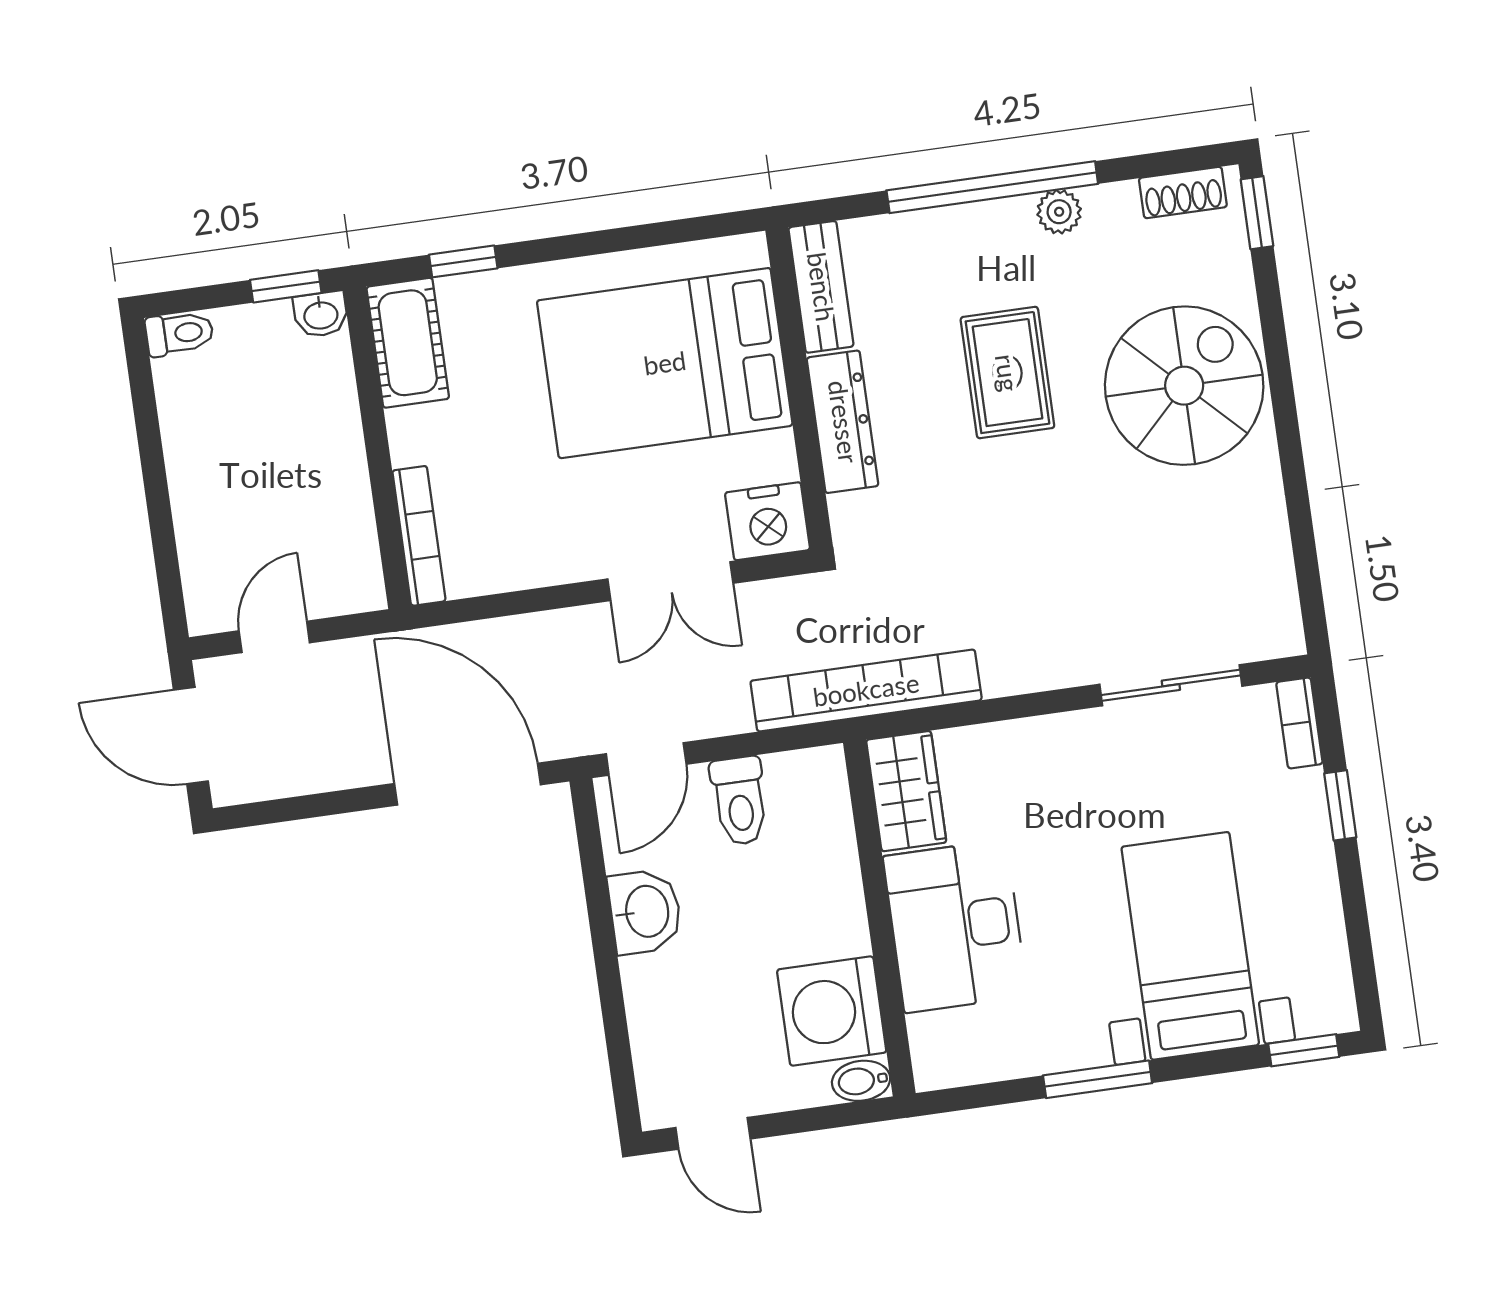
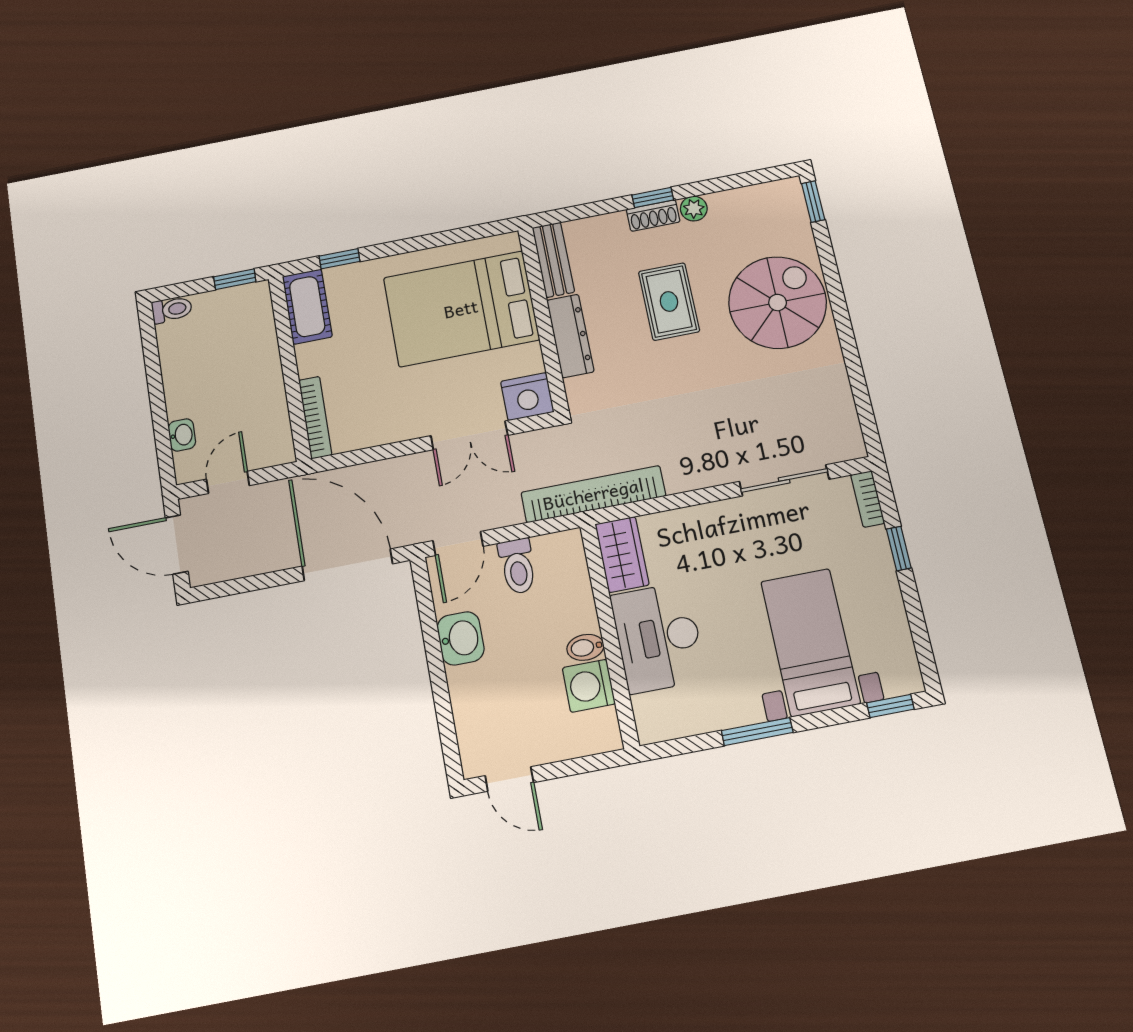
window: (992, 187) -> (653, 197), width x0.32
shoe rack: (1183, 192) -> (653, 216), moved
washbasin: (321, 314) -> (182, 435), moved, turned -90
washing machine: (832, 1011) -> (589, 686), width x0.73, depth x0.73
bidet: (861, 1081) -> (585, 647), moved

